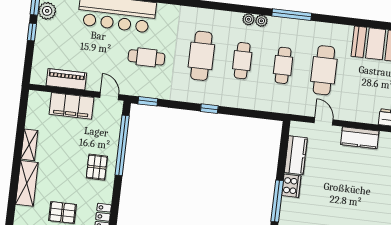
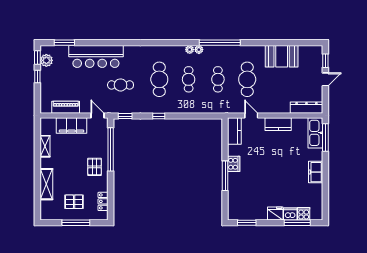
window: (292, 15) -> (220, 43), width x1.46
window: (209, 109) -> (159, 116), moved
shelving: (29, 145) -> (45, 146), moved
kitchen counter: (296, 155) -> (234, 131), moved

